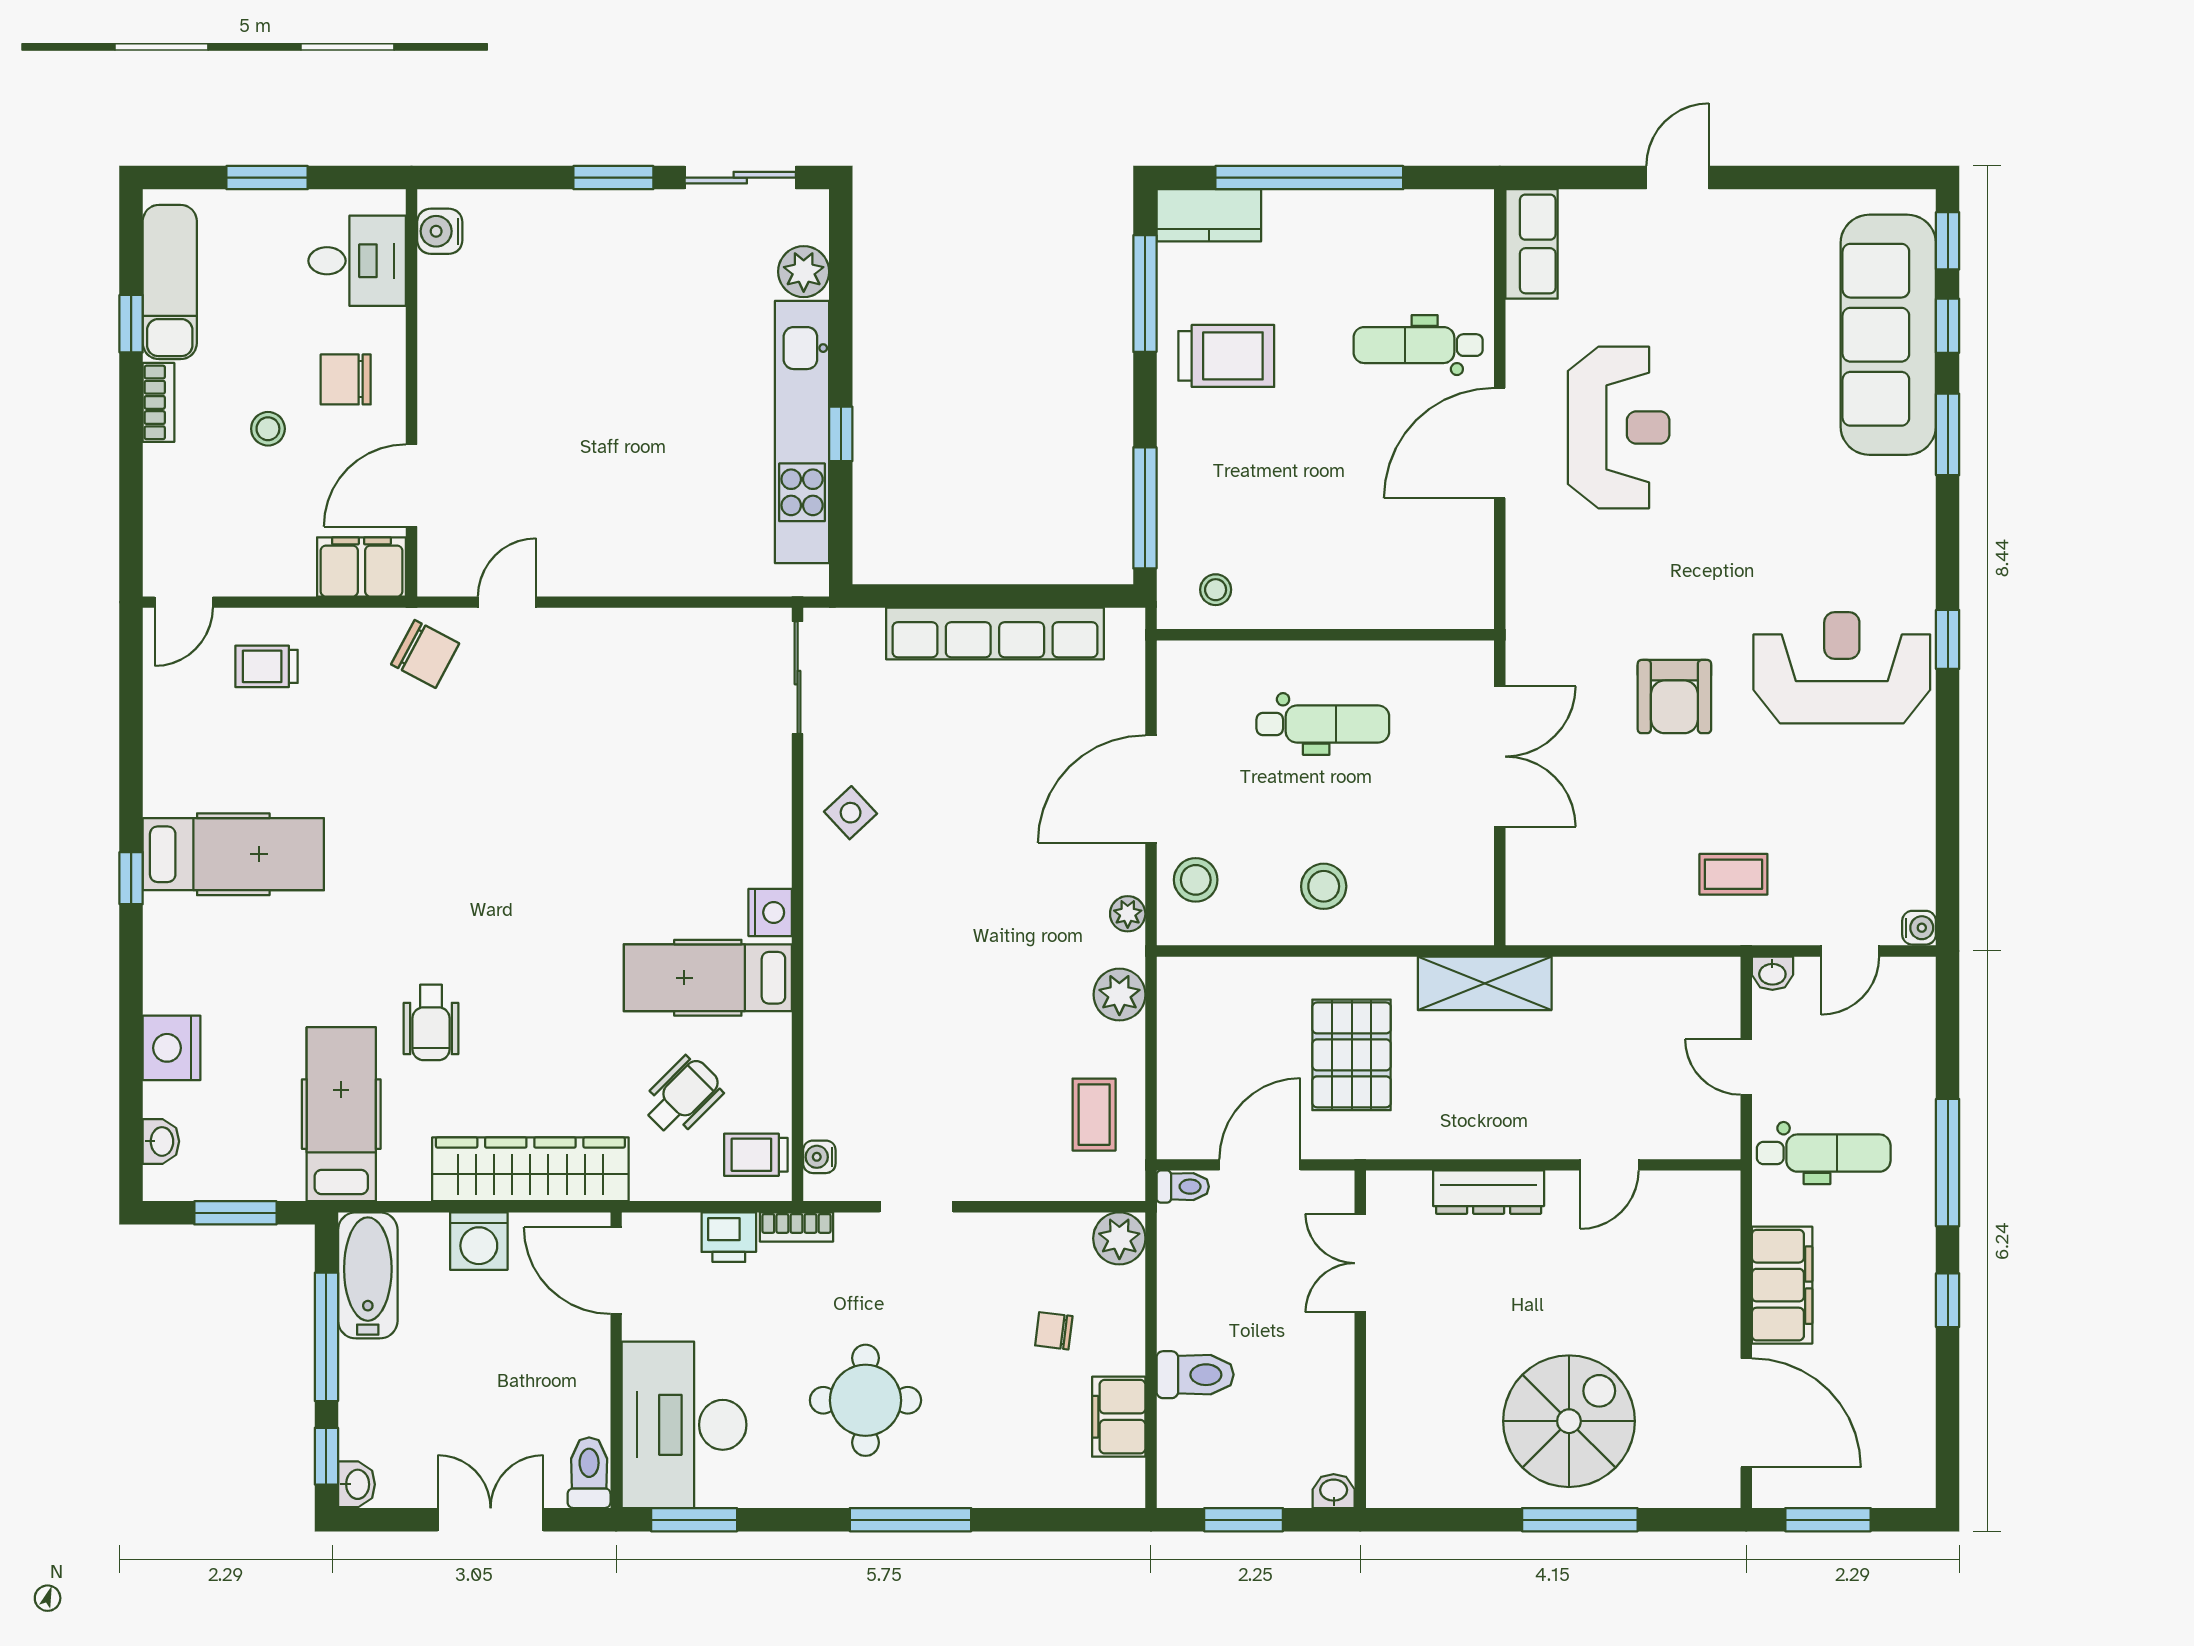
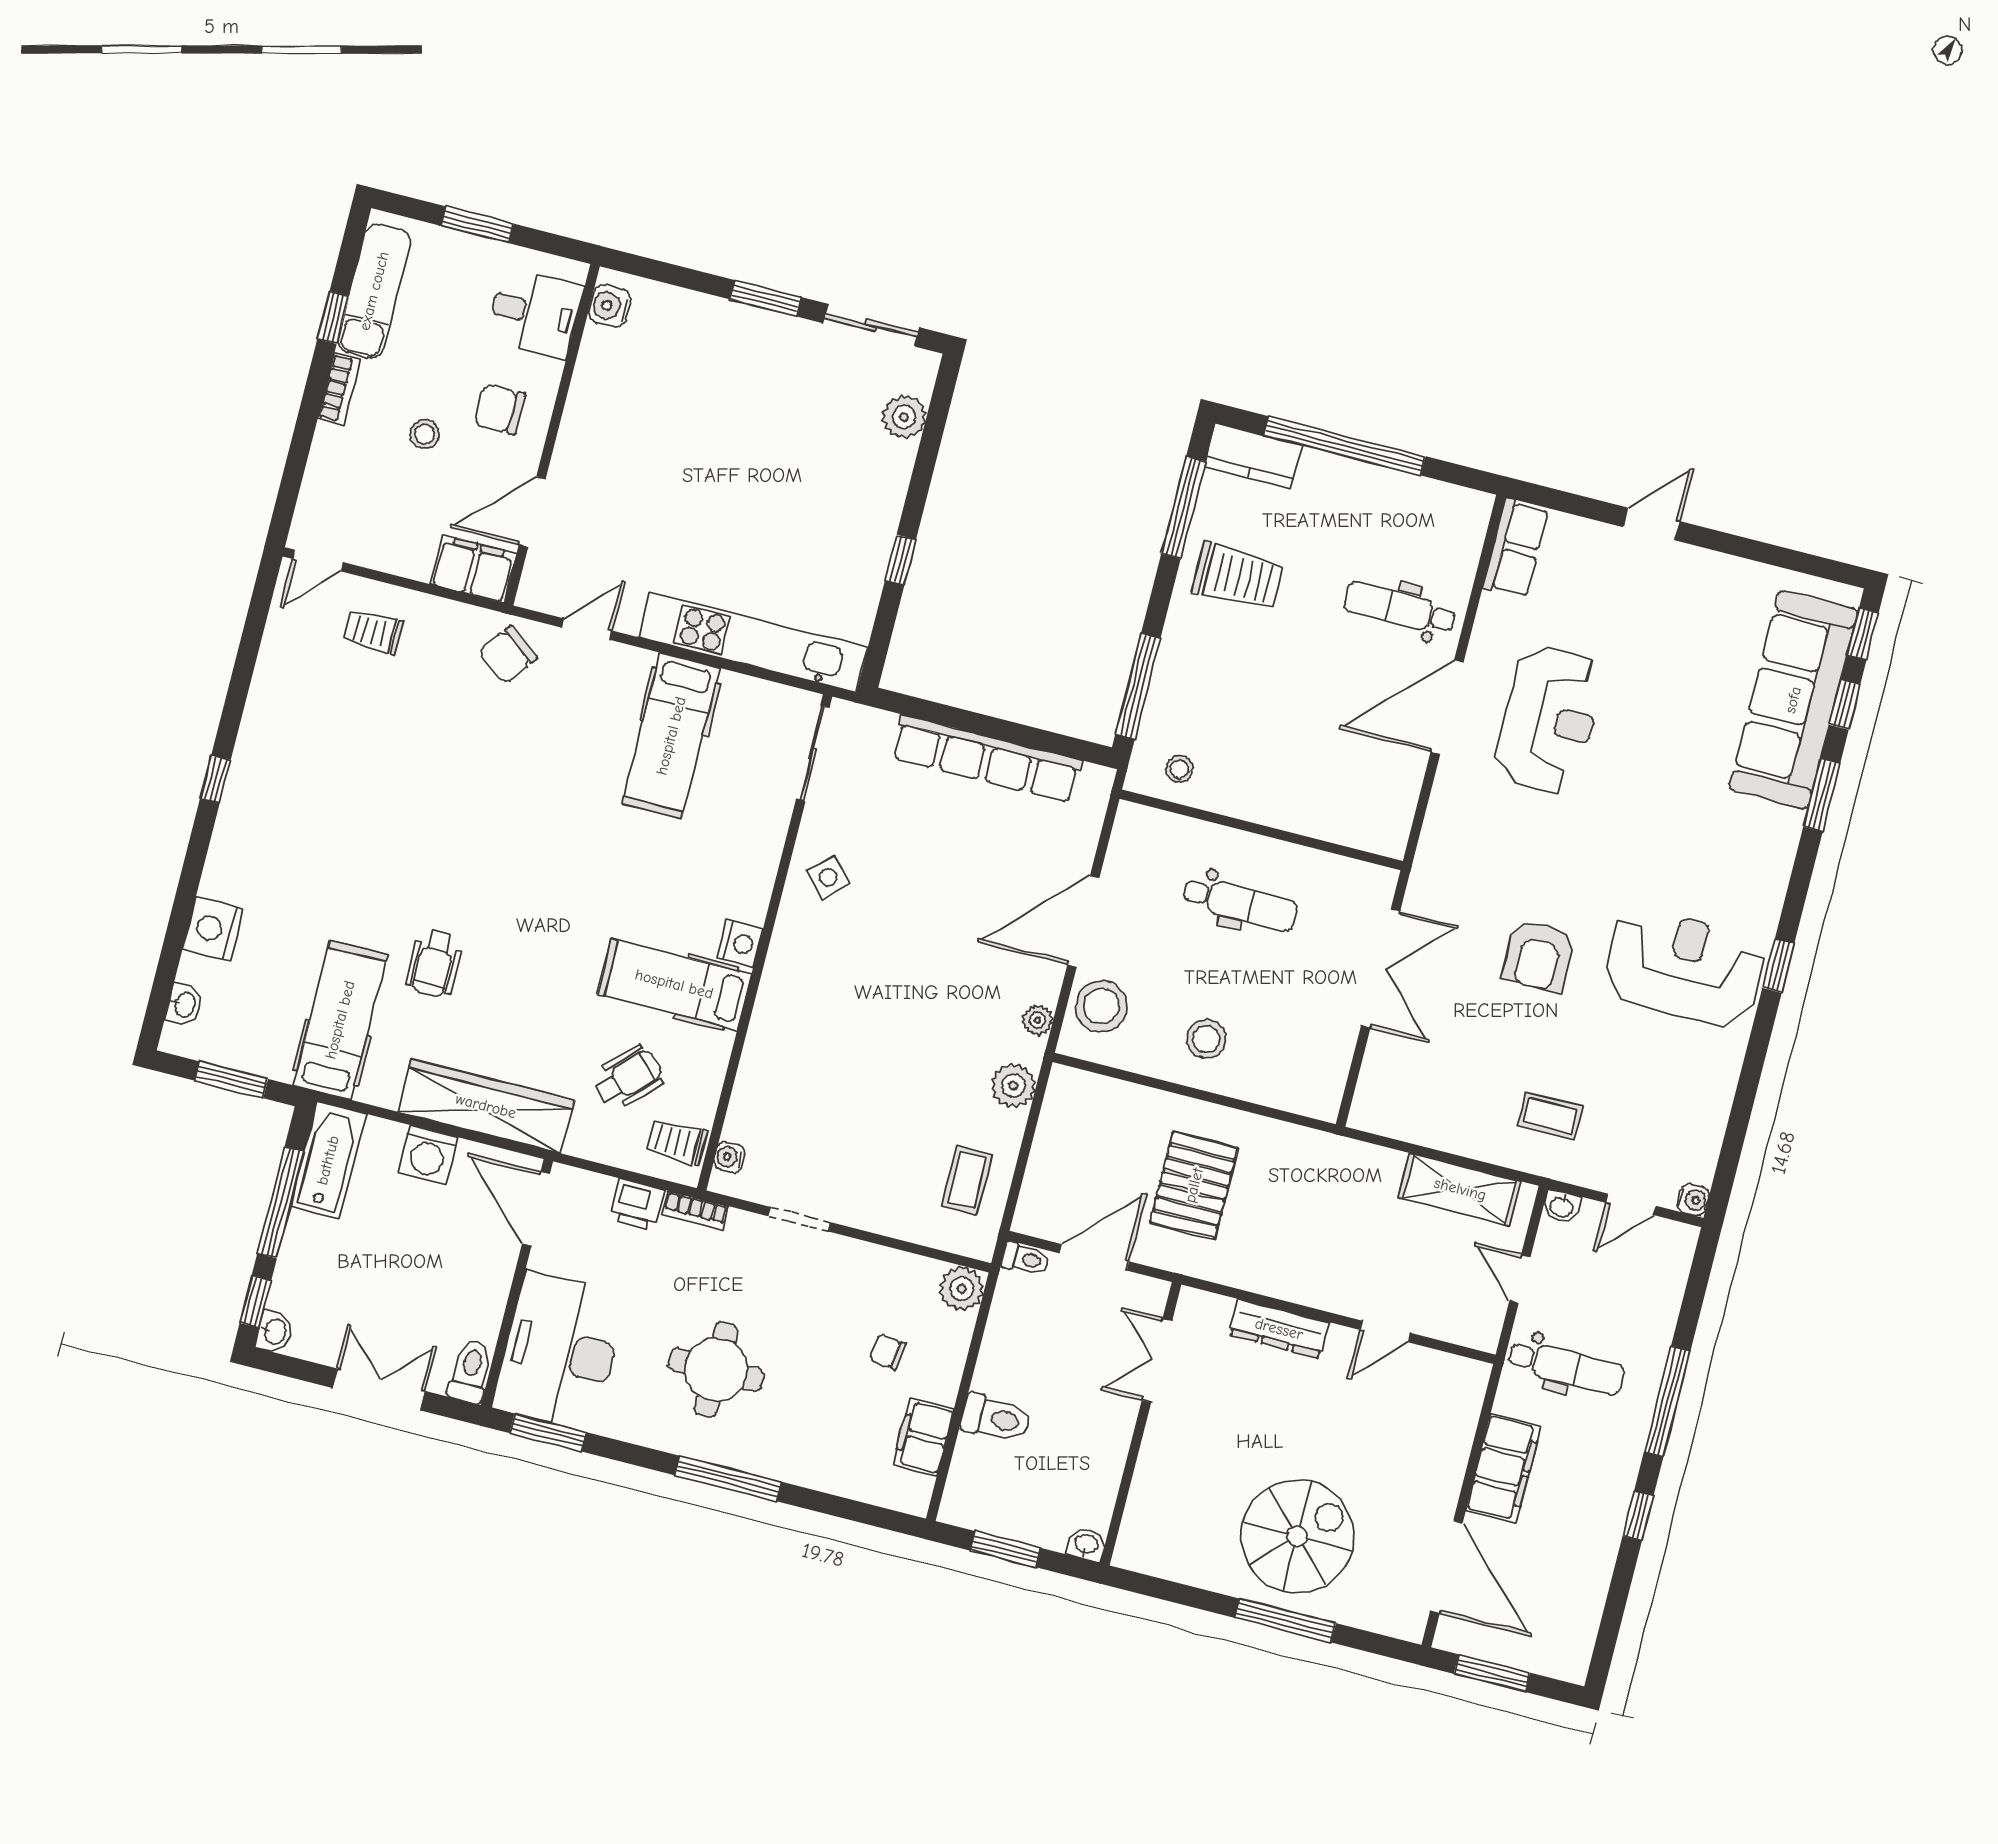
kitchen unit: (802, 432) -> (753, 642), moved, turned 90
chair: (425, 654) -> (508, 655), turned 99
hospital bed: (233, 854) -> (671, 736), moved, turned 90
stool: (1196, 880) -> (1101, 1006), width x1.38, depth x1.38
shelving: (1485, 983) -> (1460, 1189), moved

